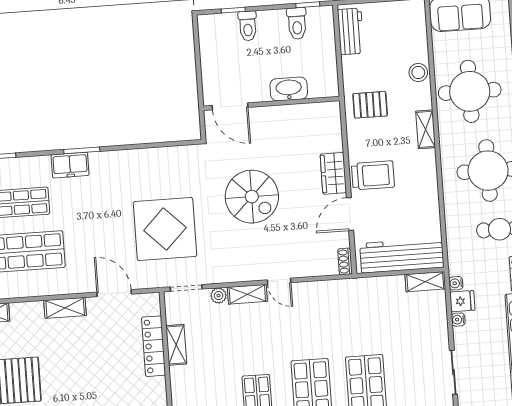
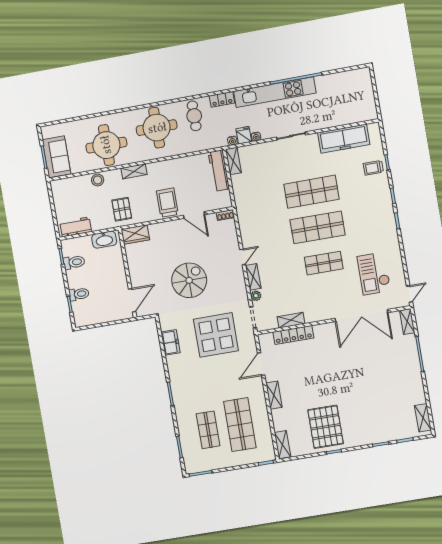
washbasin: (289, 89) -> (104, 240), moved, turned -90
freezer: (70, 165) -> (170, 342), moved
wardrobe: (333, 173) -> (135, 235), moved
workbench: (402, 255) -> (219, 171), width x0.73, depth x0.76

